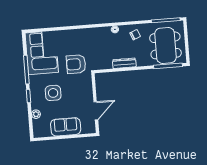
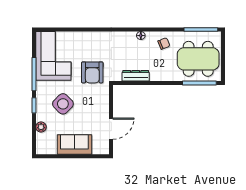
dining table: (165, 45) -> (198, 59), turned 90
dresser: (124, 63) -> (136, 76), moved
armchair: (76, 64) -> (92, 72), turned -90
side table: (53, 93) -> (63, 104), turned 45

